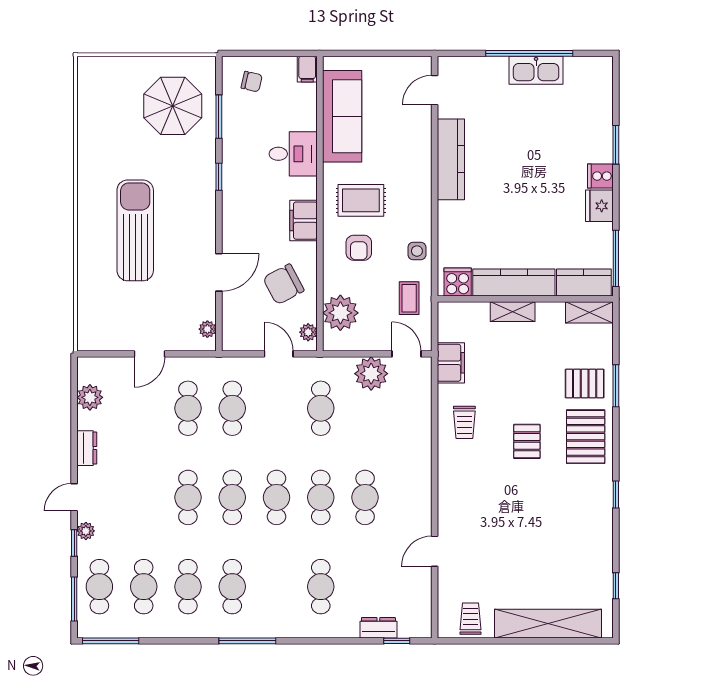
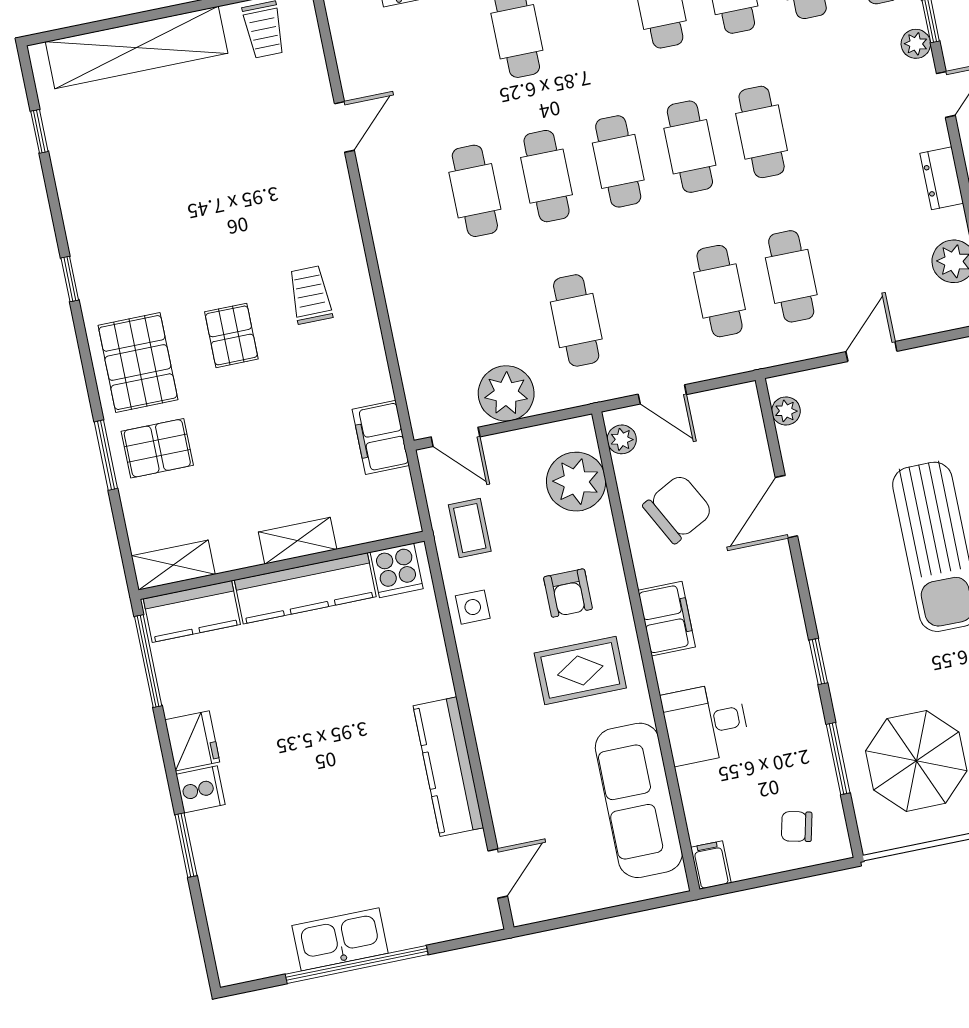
armchair: (359, 248) -> (568, 593), turned 180
trolley: (464, 422) -> (310, 295), moved

